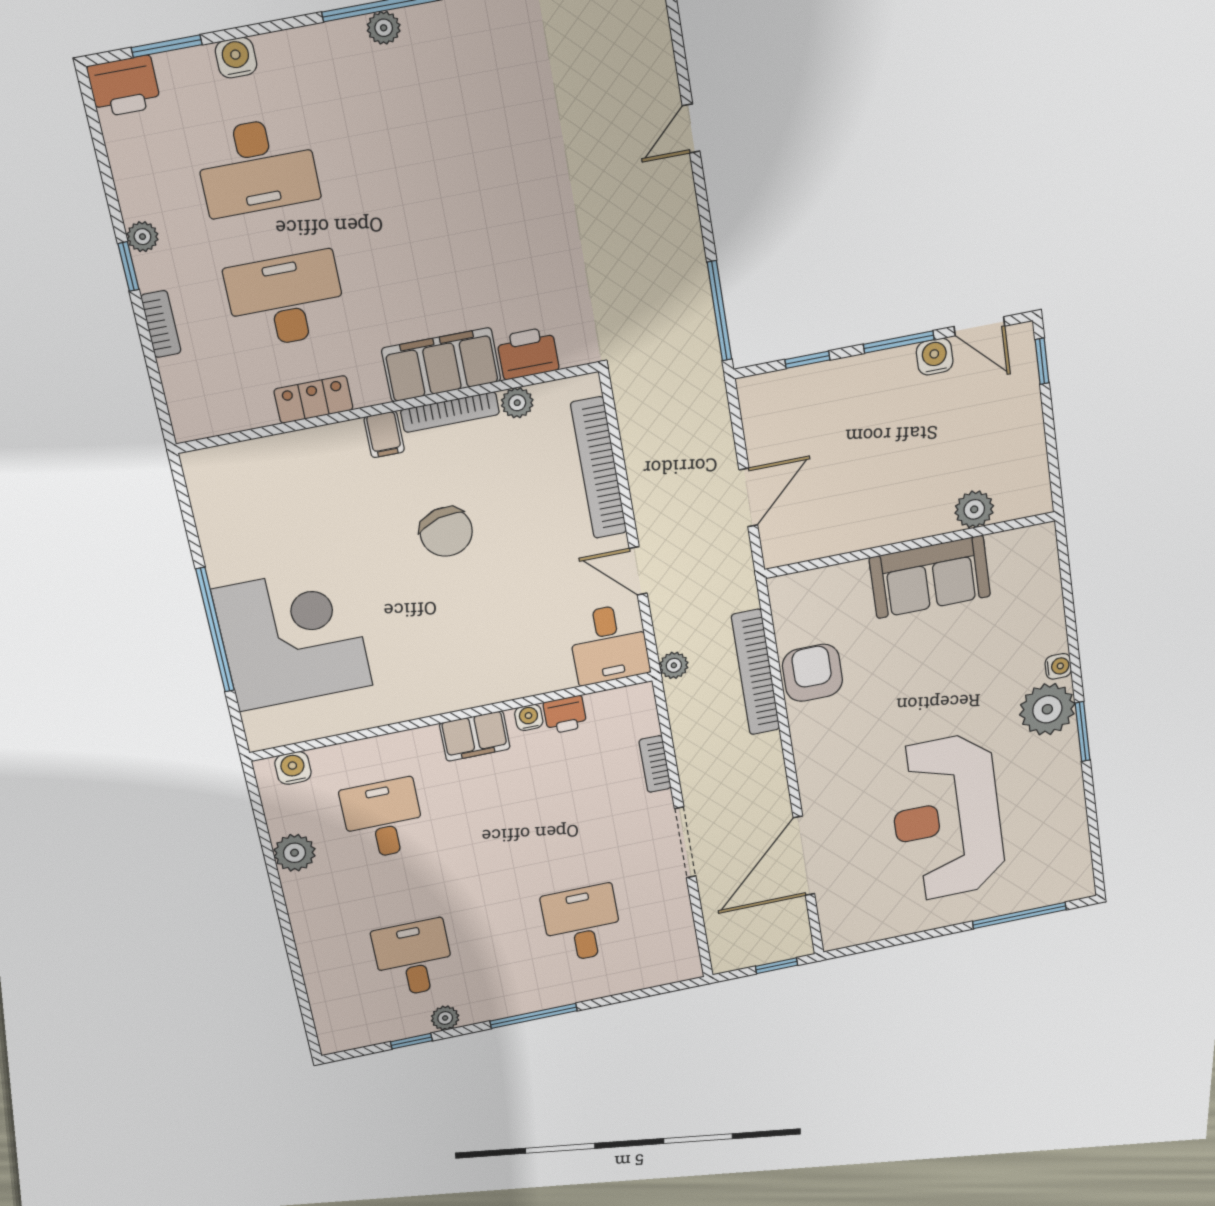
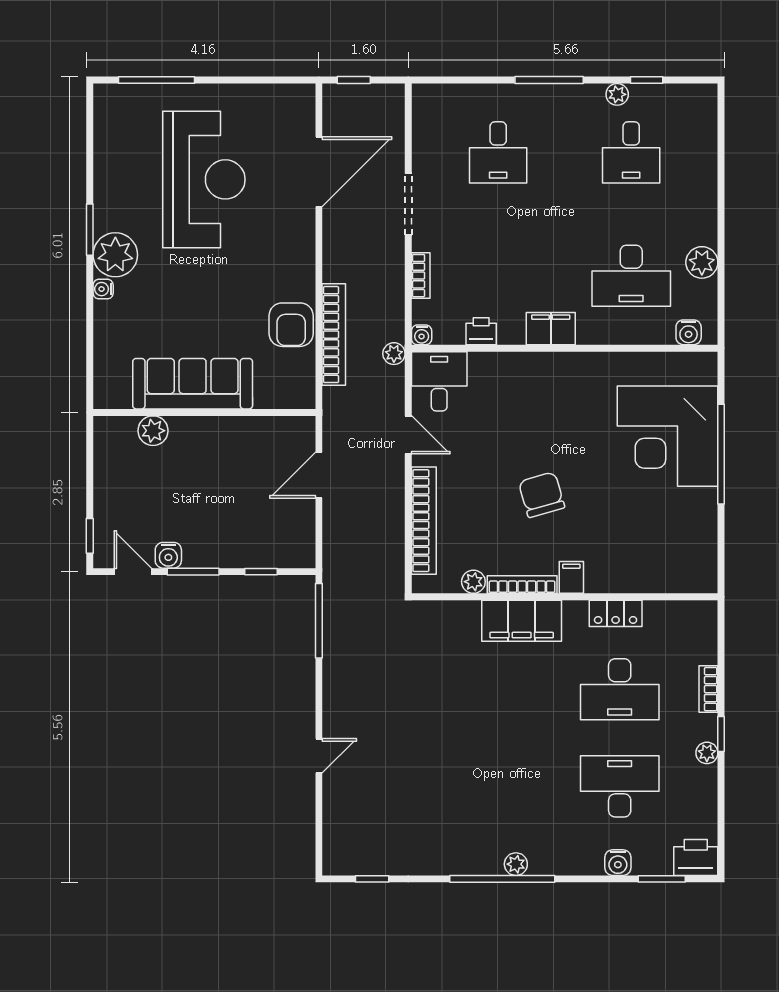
printer: (528, 353) -> (459, 617), removed
sofa: (930, 577) -> (193, 384), width x1.36
water cooler: (529, 717) -> (422, 335), moved
desk: (383, 819) -> (631, 276), width x1.37

